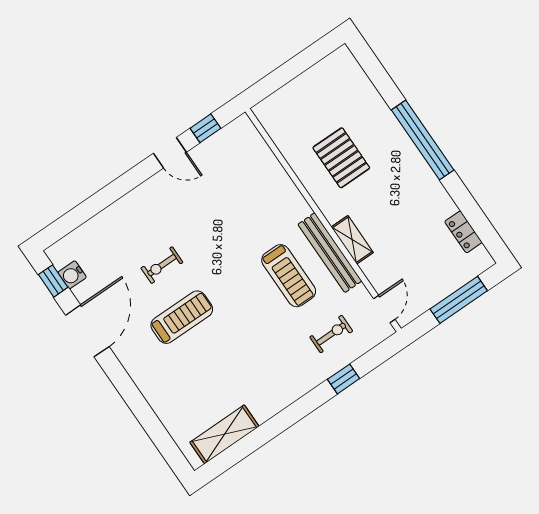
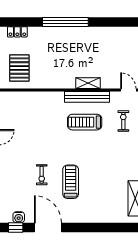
pallet: (341, 158) -> (19, 68), moved, turned 90
locker: (463, 232) -> (17, 32), moved
treadmill: (289, 276) -> (85, 122), turned 180

